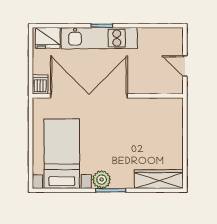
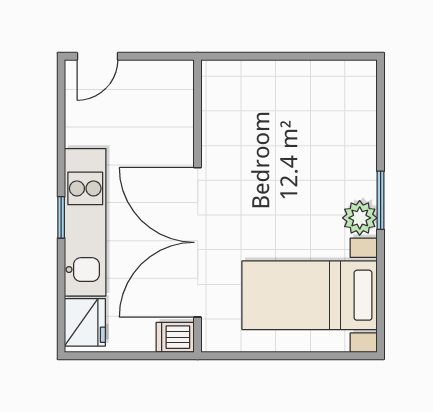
door: (185, 66) -> (97, 56), moved
wardrobe: (159, 179) -> (359, 107), removed

